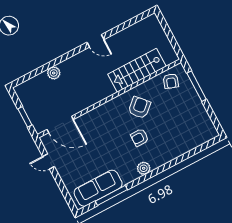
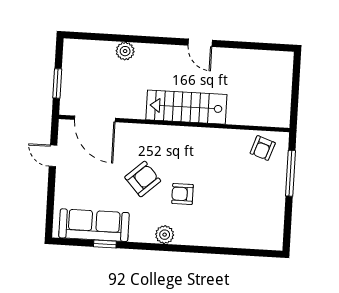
stairs: (137, 70) -> (186, 107), moved
armchair: (139, 108) -> (143, 179), moved
window: (111, 195) -> (105, 244), width x0.46

